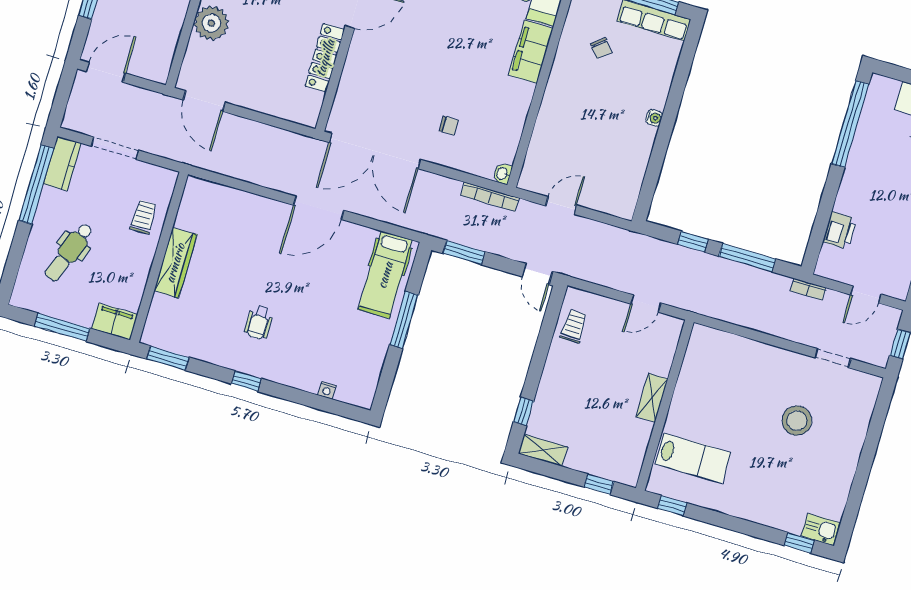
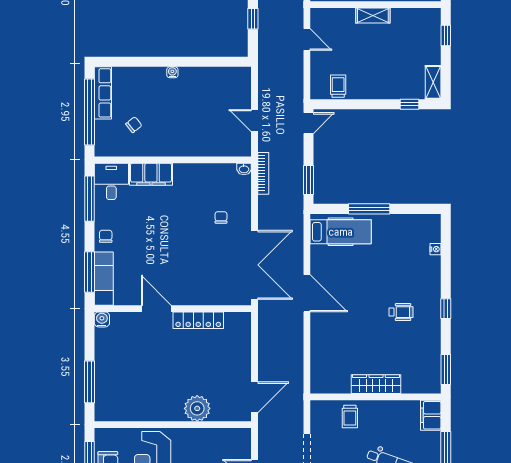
trolley: (143, 217) -> (350, 416), turned -90
trolley: (574, 326) -> (338, 86), turned 89

